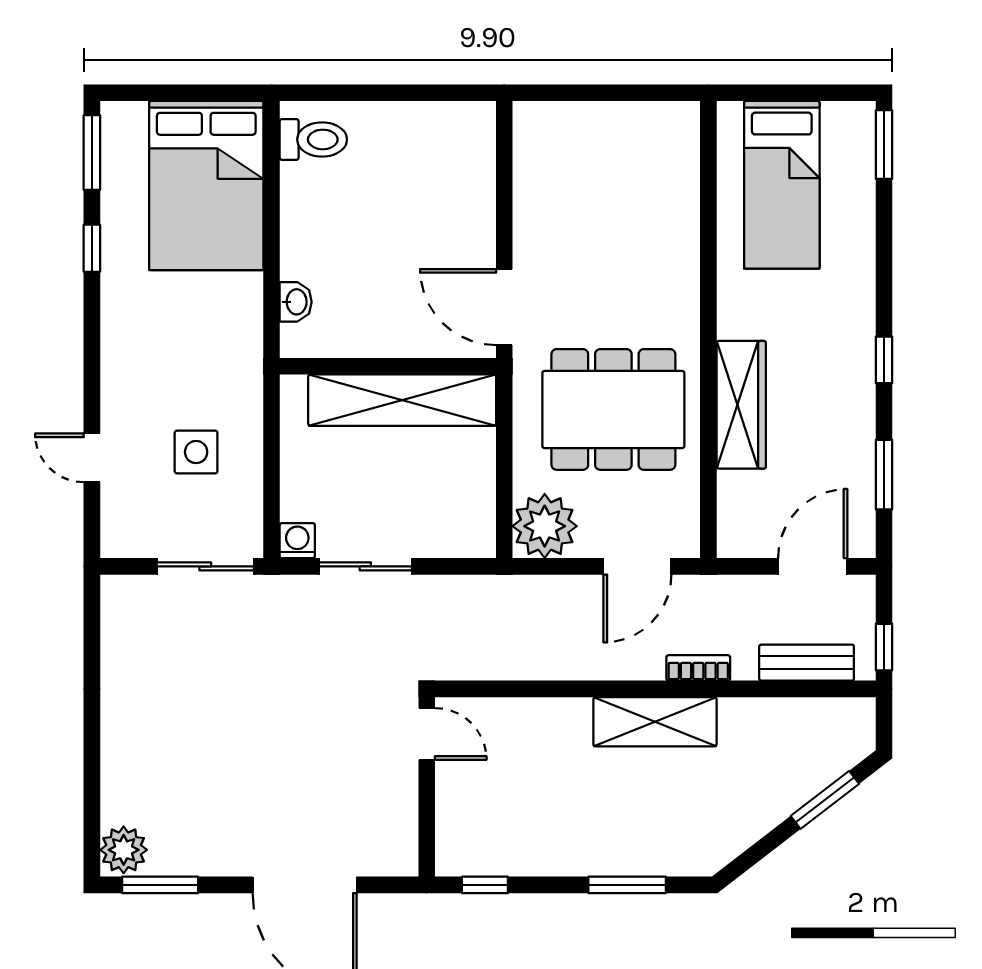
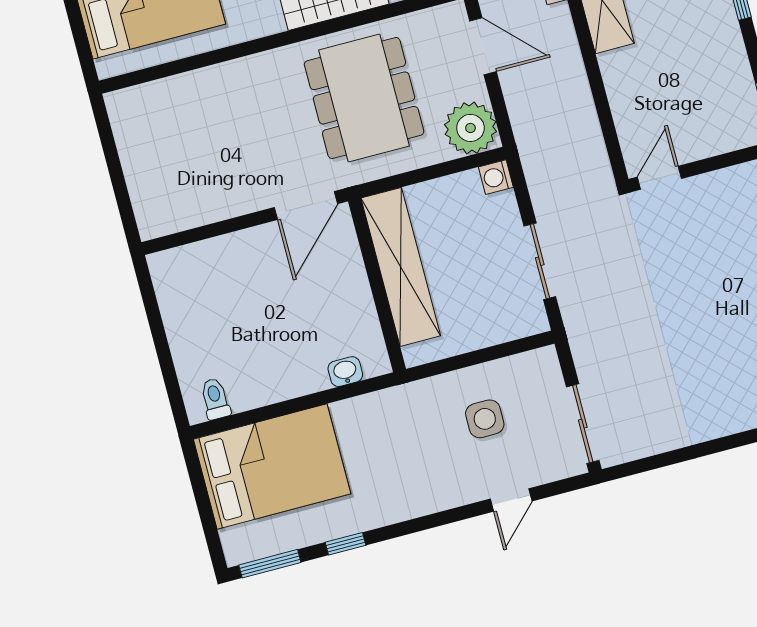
toilet: (313, 139) -> (215, 399), width x0.73, depth x0.72
washing machine: (297, 541) -> (496, 177), moved
sliding door: (205, 566) -> (583, 424), moved

